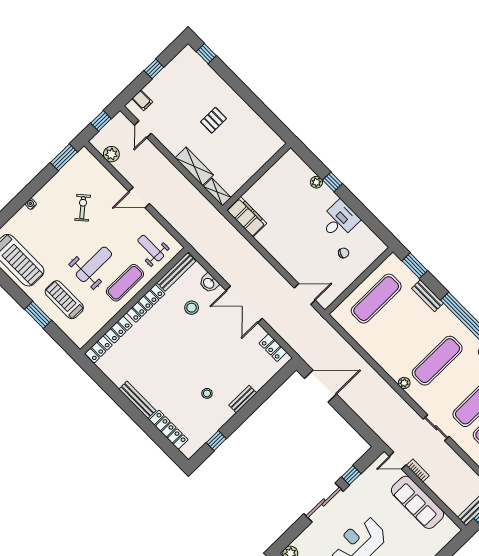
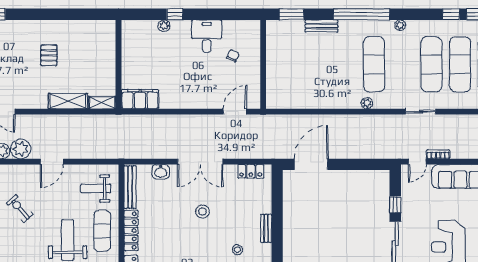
plant: (126, 166) -> (21, 149), added
exercise mat: (376, 299) -> (288, 64), removed
stool: (192, 308) -> (203, 212), moved

